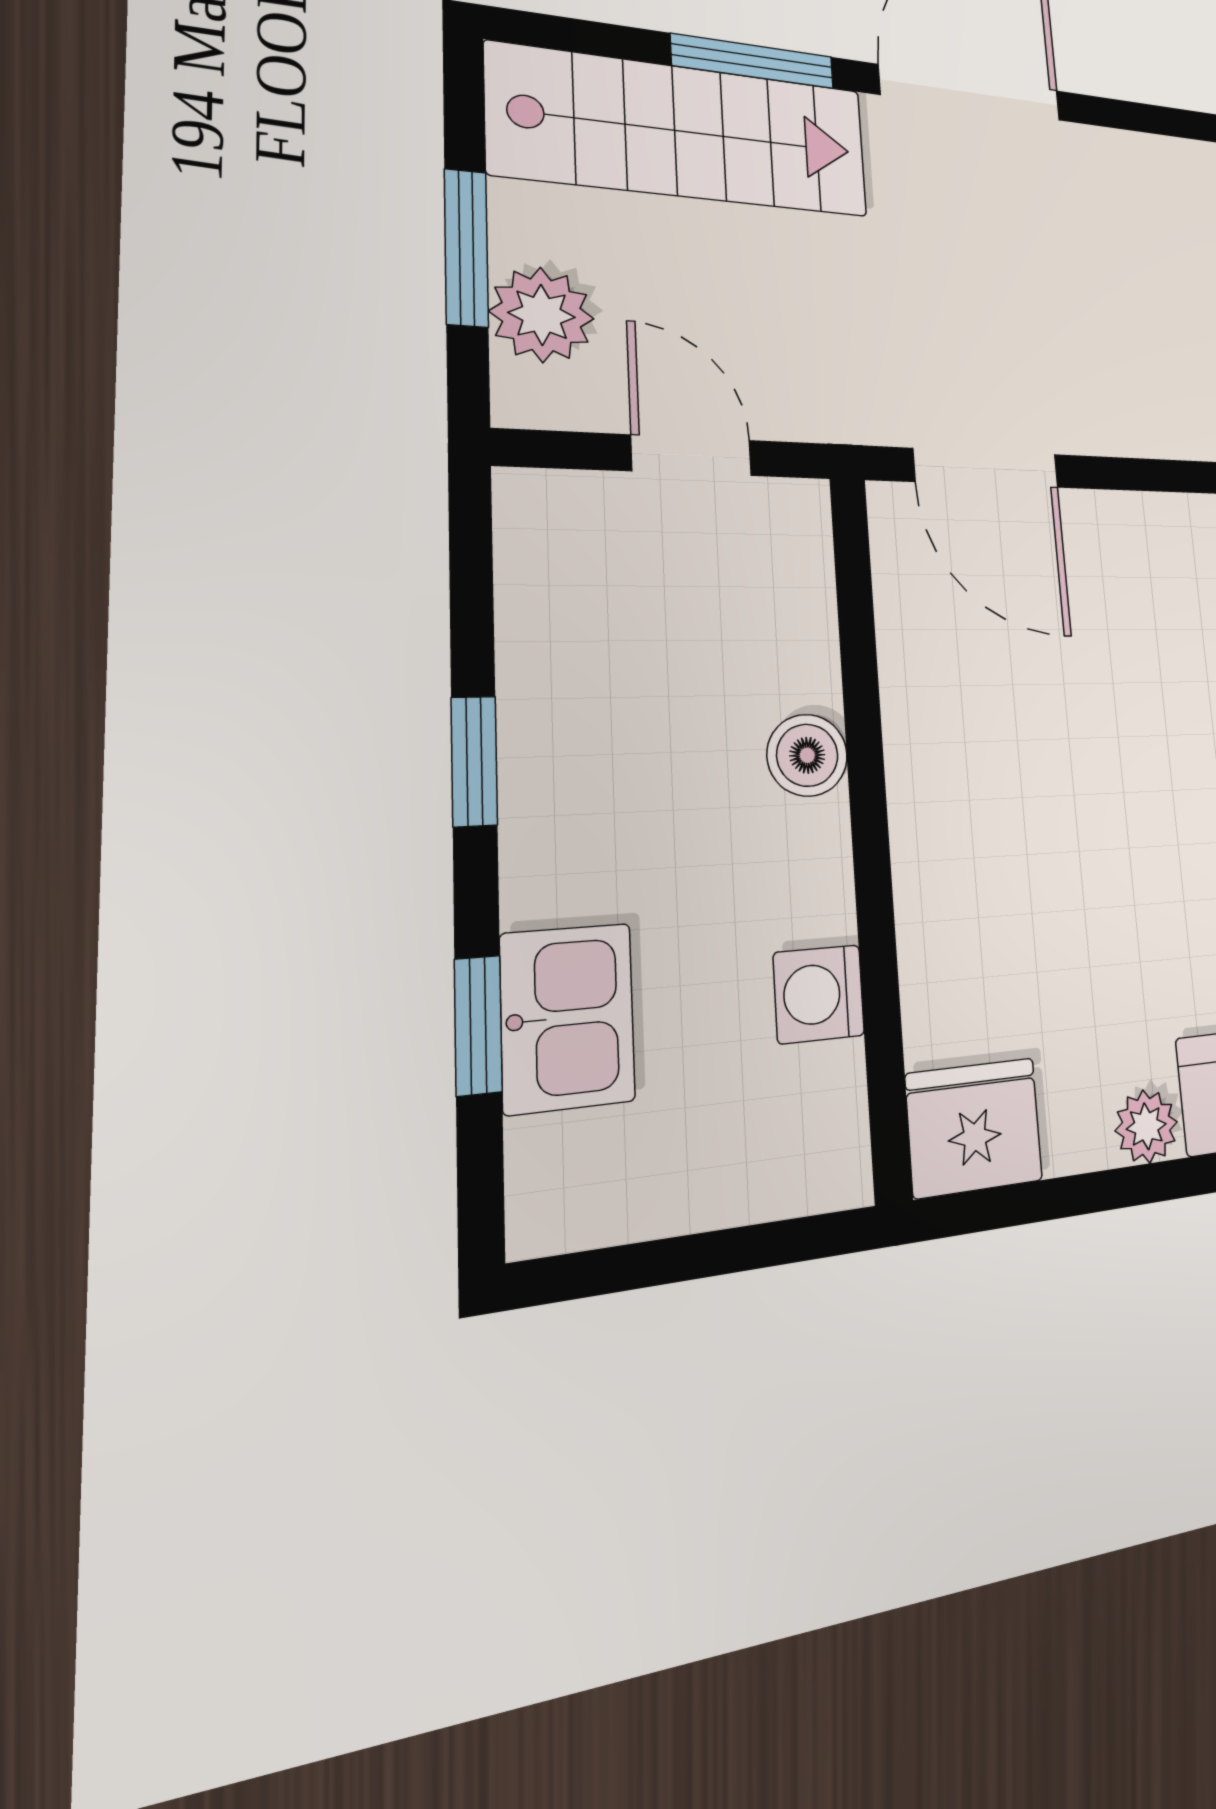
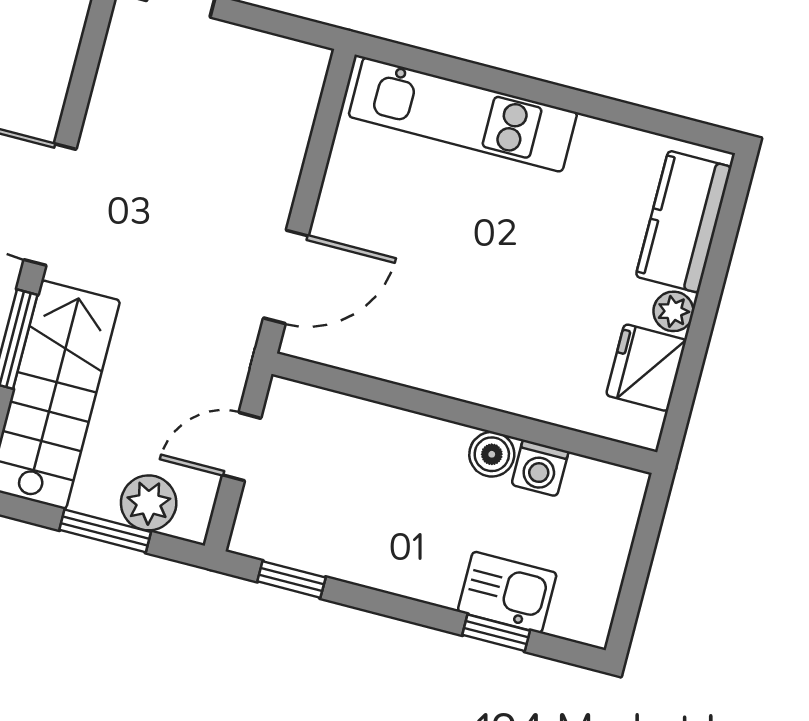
boiler: (807, 755) -> (492, 454), moved
window: (474, 761) -> (291, 579), moved
fridge: (974, 1127) -> (646, 368), moved

